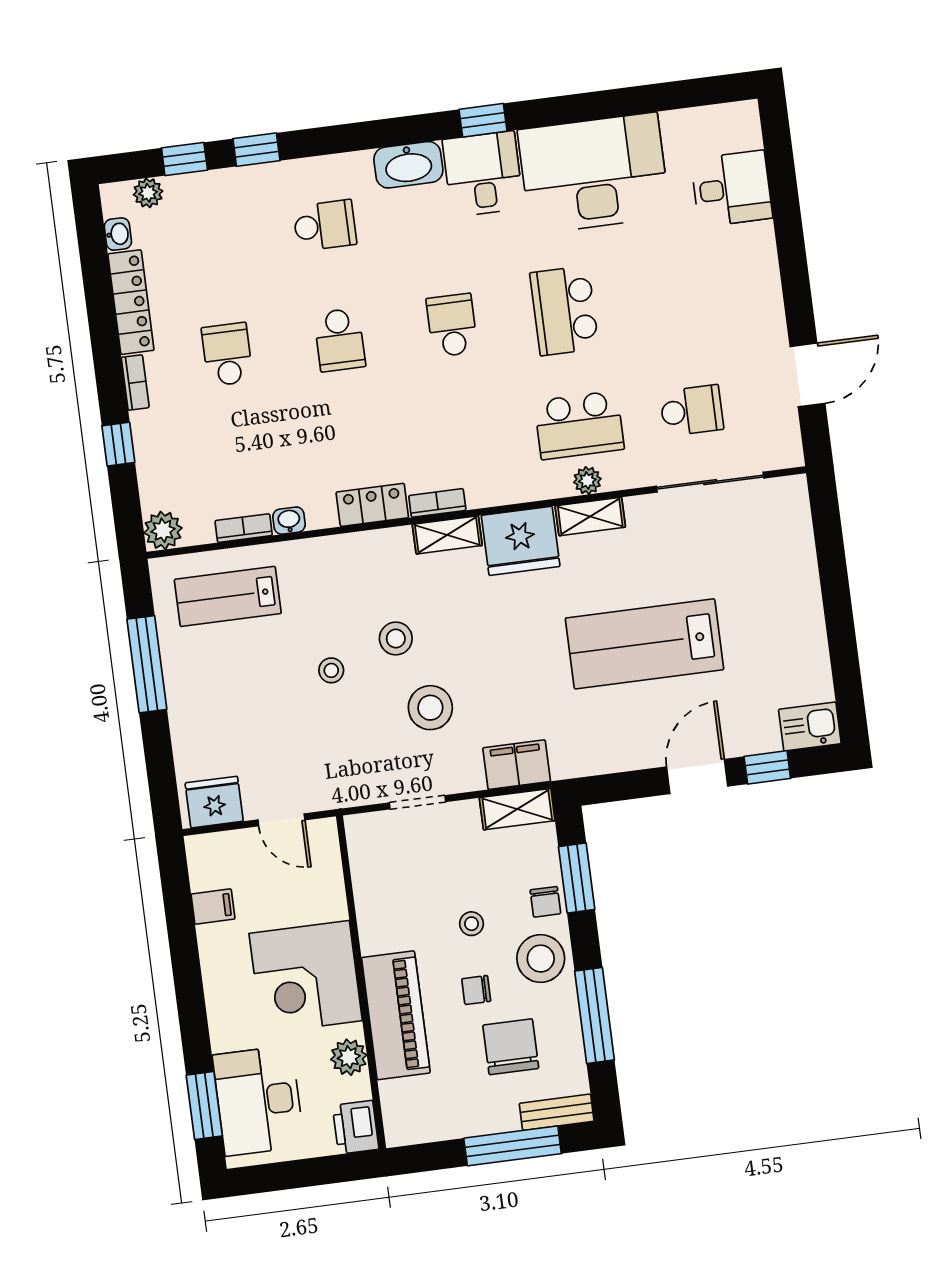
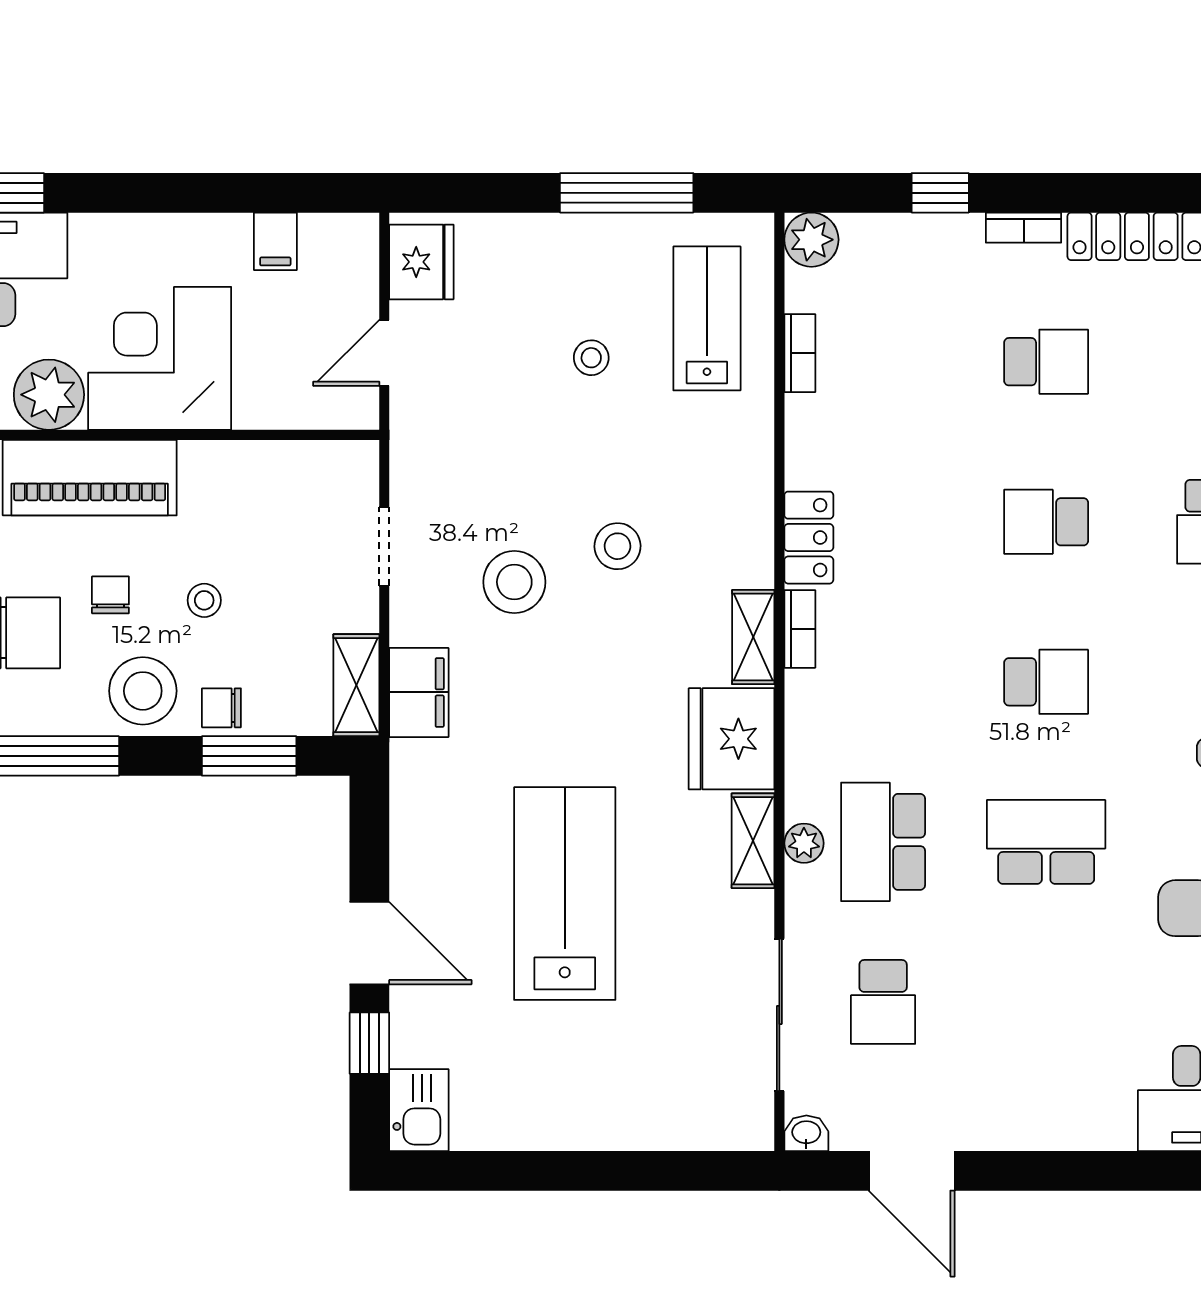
washbasin: (289, 521) -> (806, 1133), moved, turned -90
stool: (331, 670) -> (591, 358), moved
plant: (349, 1057) -> (49, 395), width x1.36, depth x1.36

